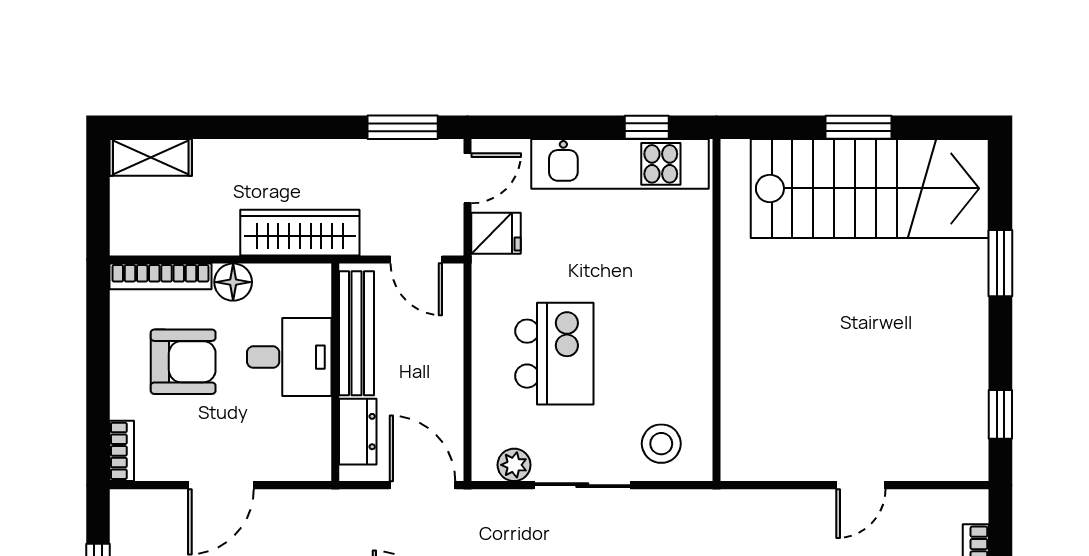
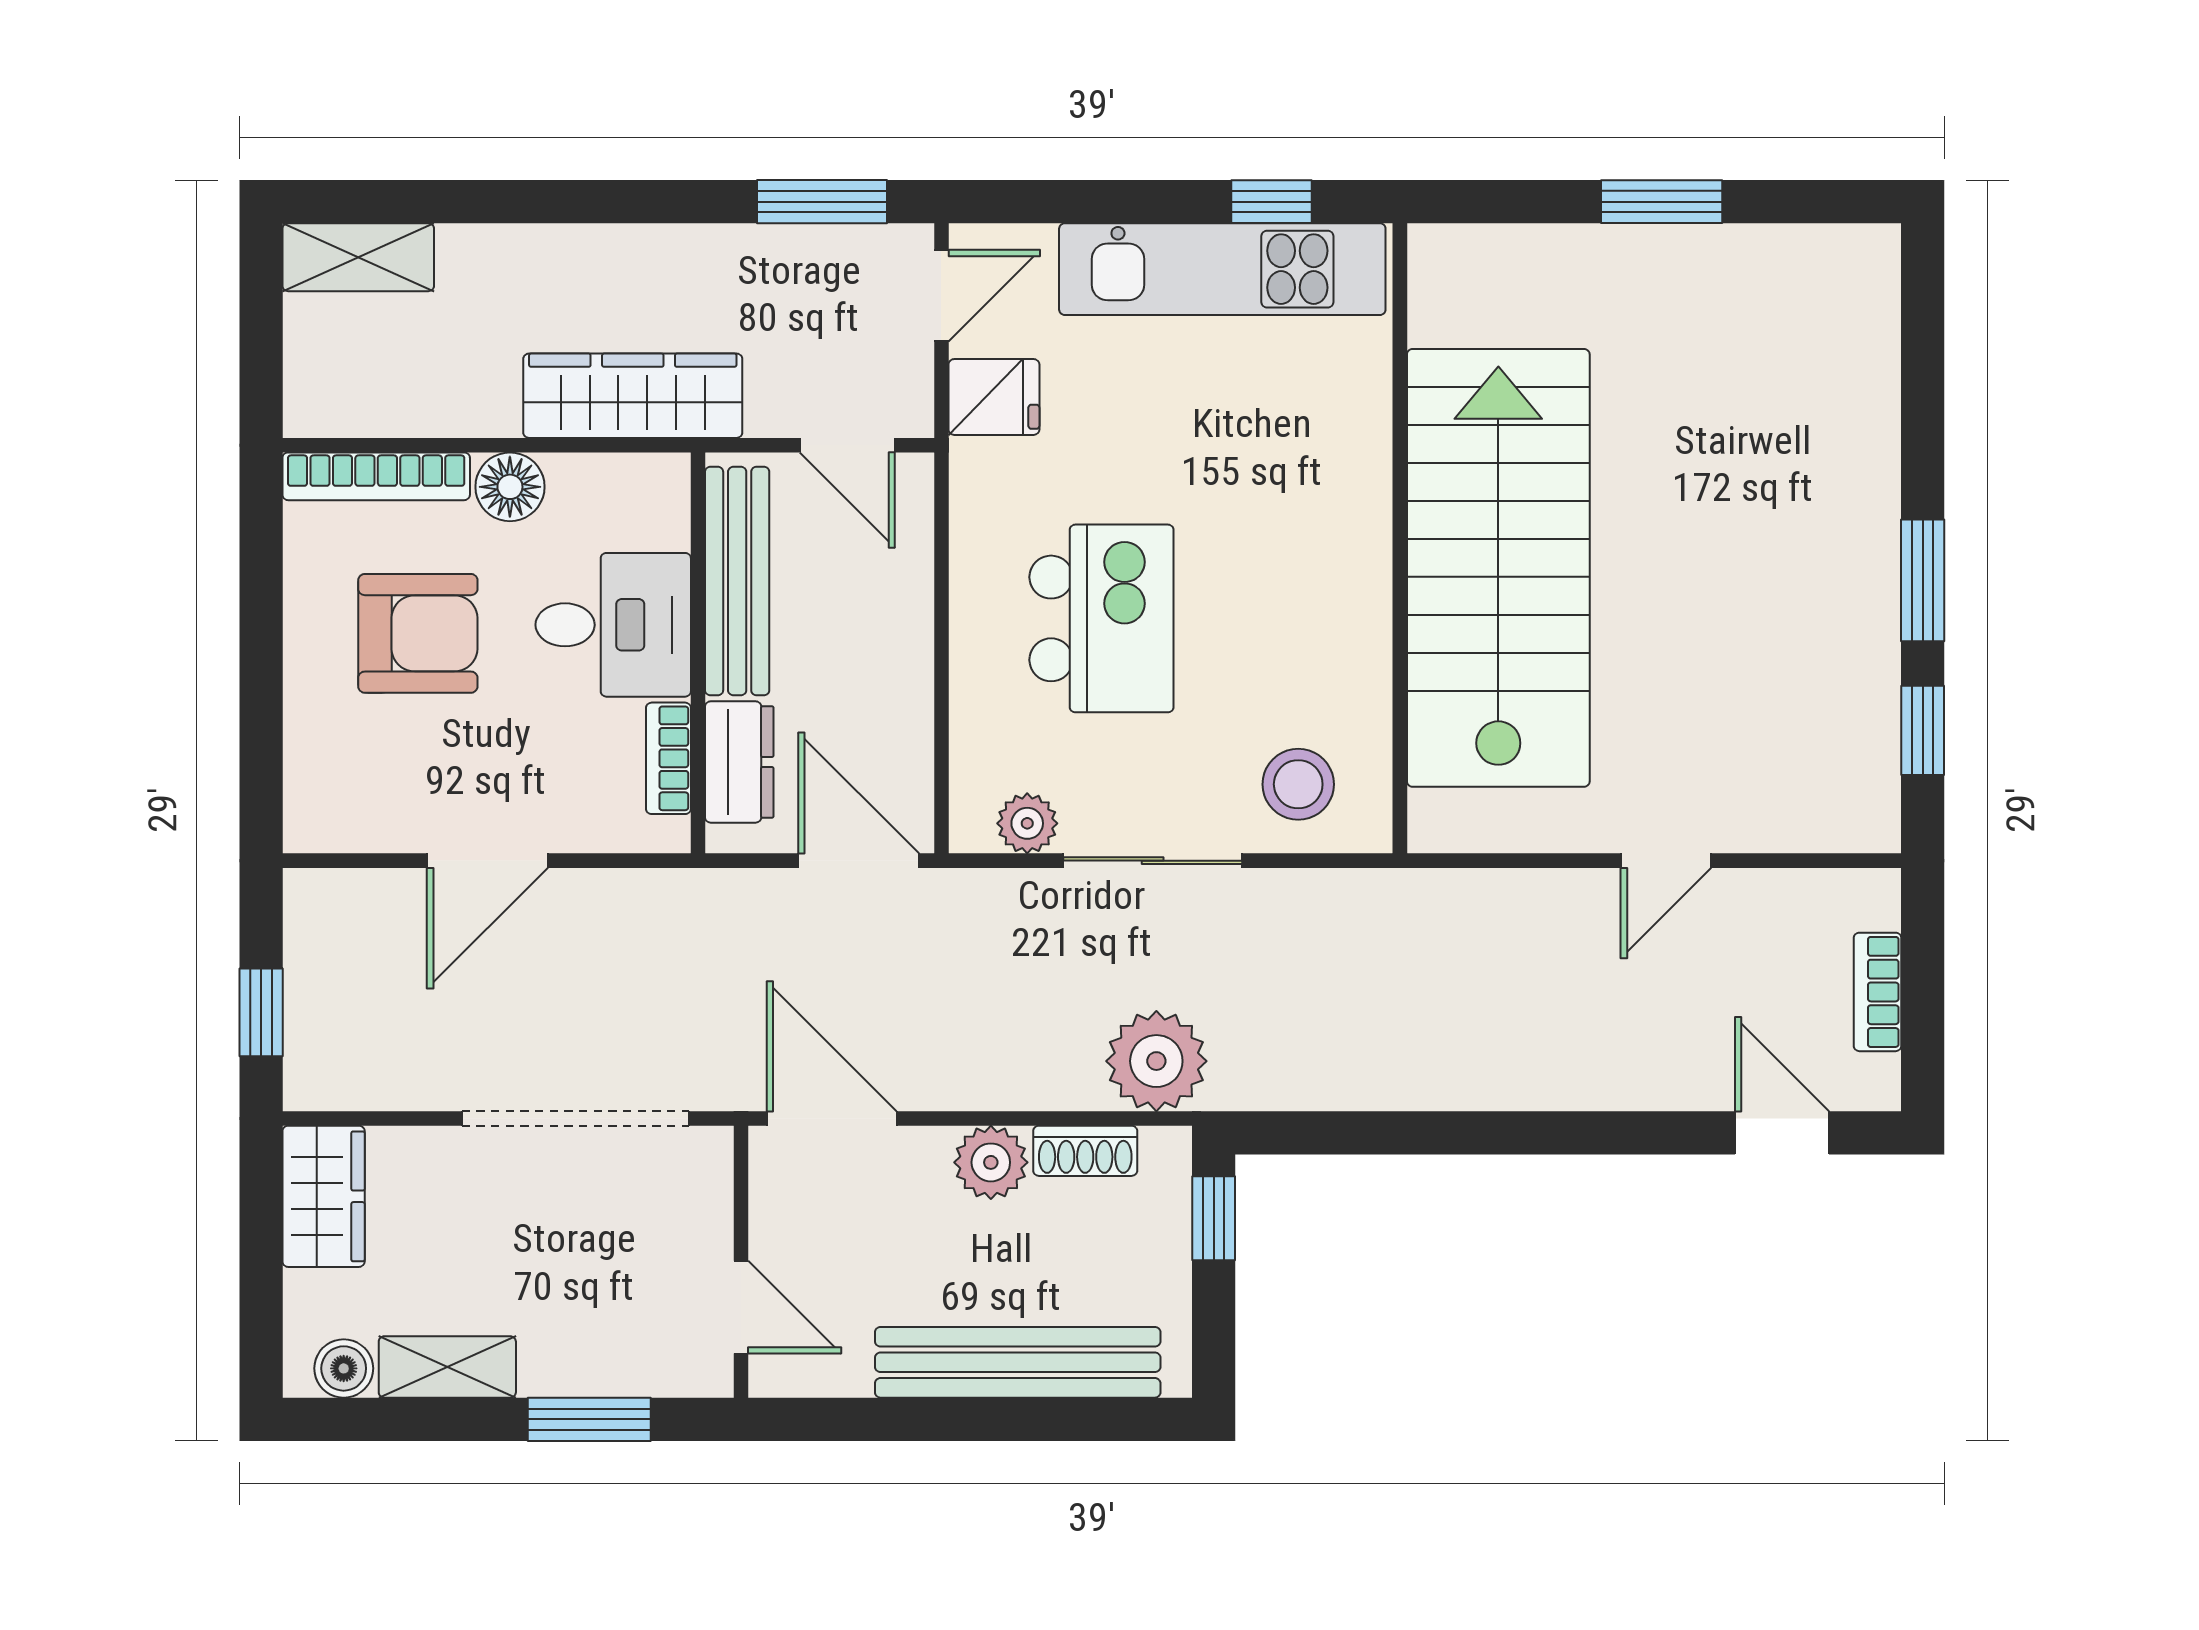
stairs: (870, 188) -> (1498, 568), moved, turned -90
window: (1000, 263) -> (1923, 580), moved
bookcase: (122, 451) -> (668, 758), moved, turned 180

